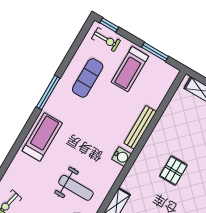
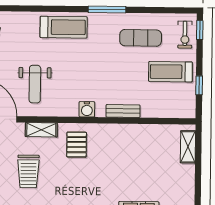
window: (155, 52) -> (199, 85), width x0.67
bench: (140, 127) -> (123, 111), width x0.73
pallet: (173, 171) -> (77, 145), moved, turned 90

